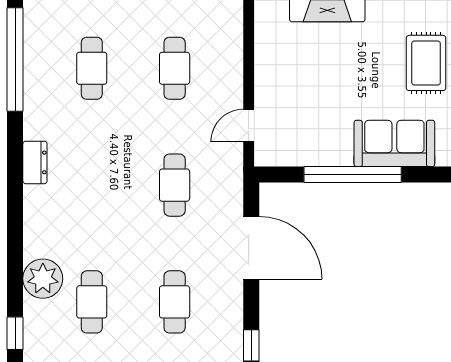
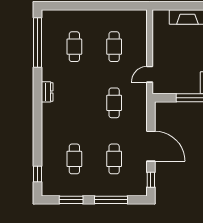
door: (251, 248) -> (151, 146), moved
plant: (43, 279) -> (51, 148), removed

